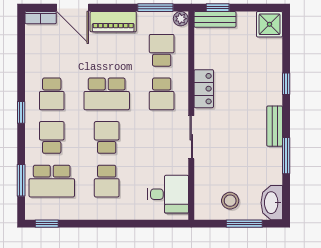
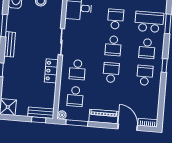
school desk: (107, 94) -> (111, 73), width x0.54
school desk: (162, 94) -> (77, 70), turned 180

